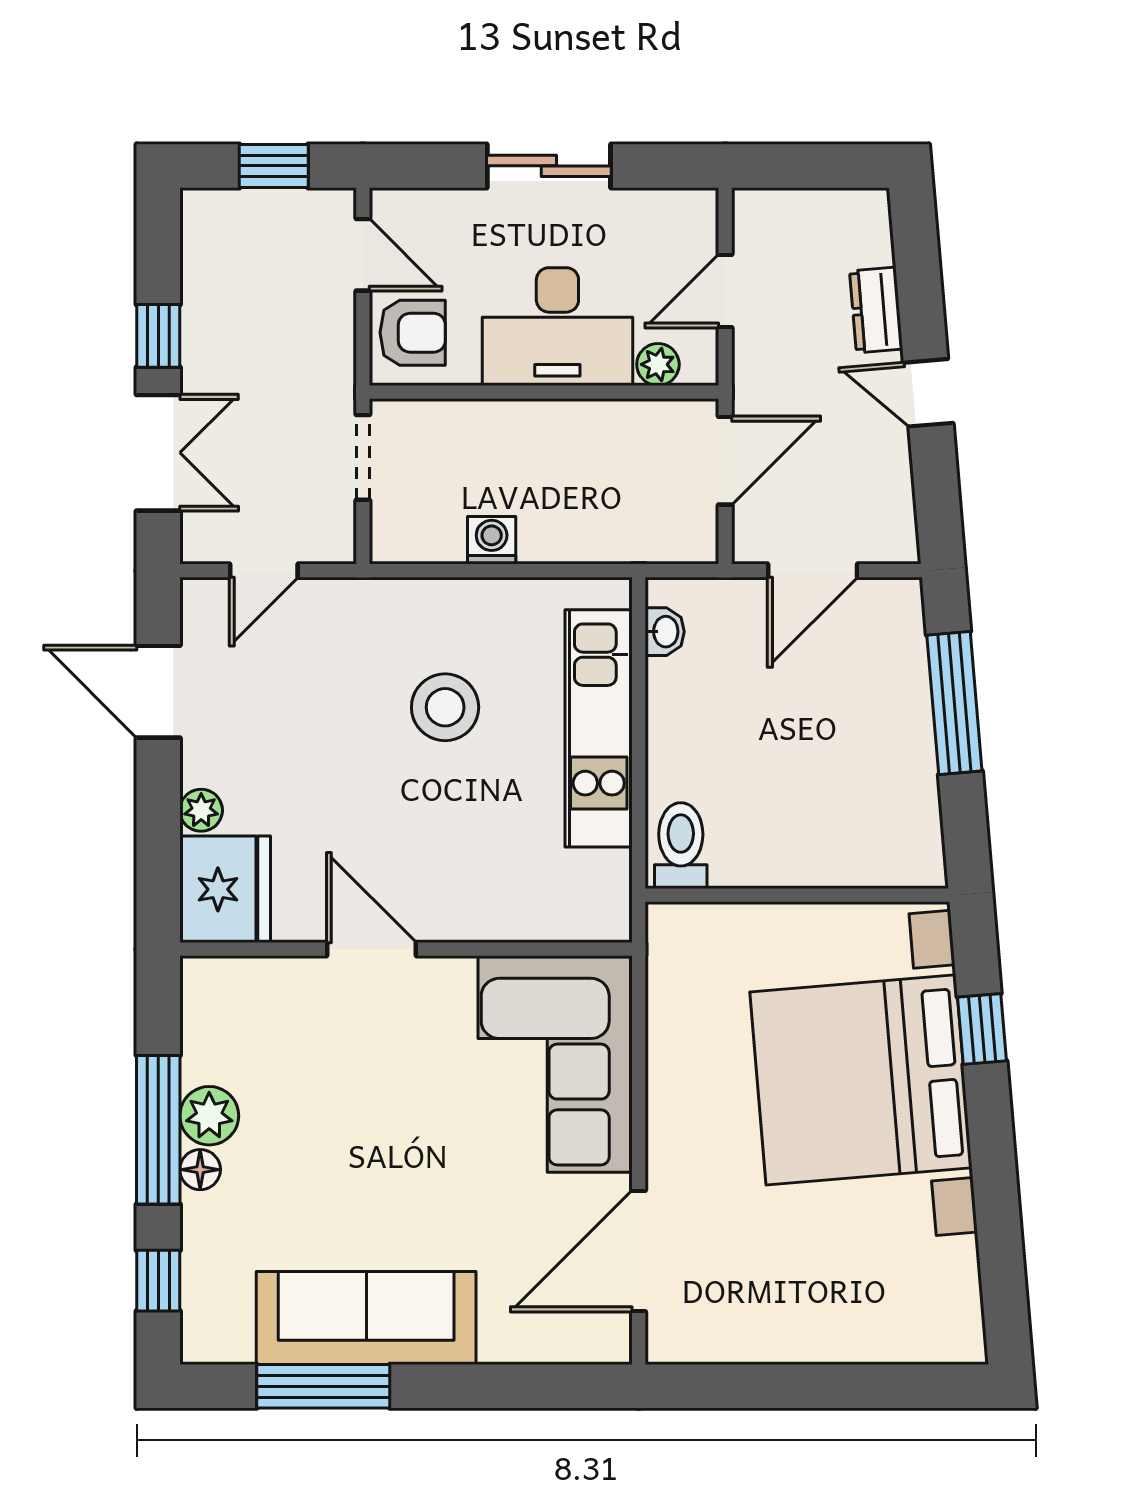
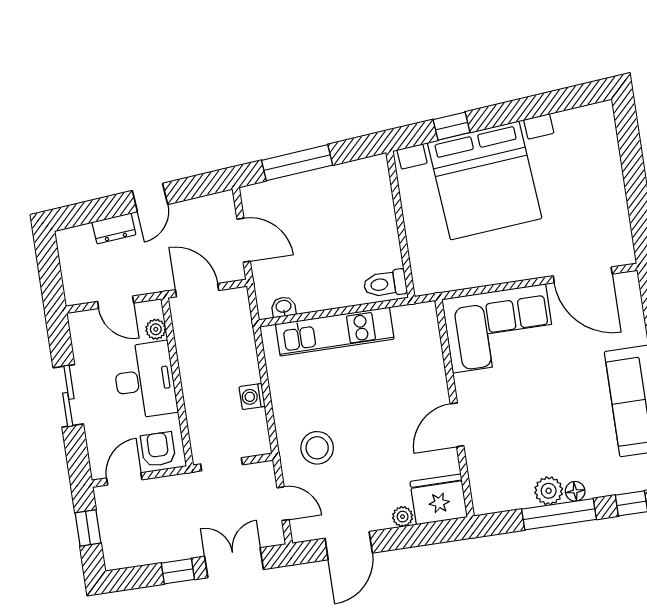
stool: (445, 707) -> (317, 448), moved

